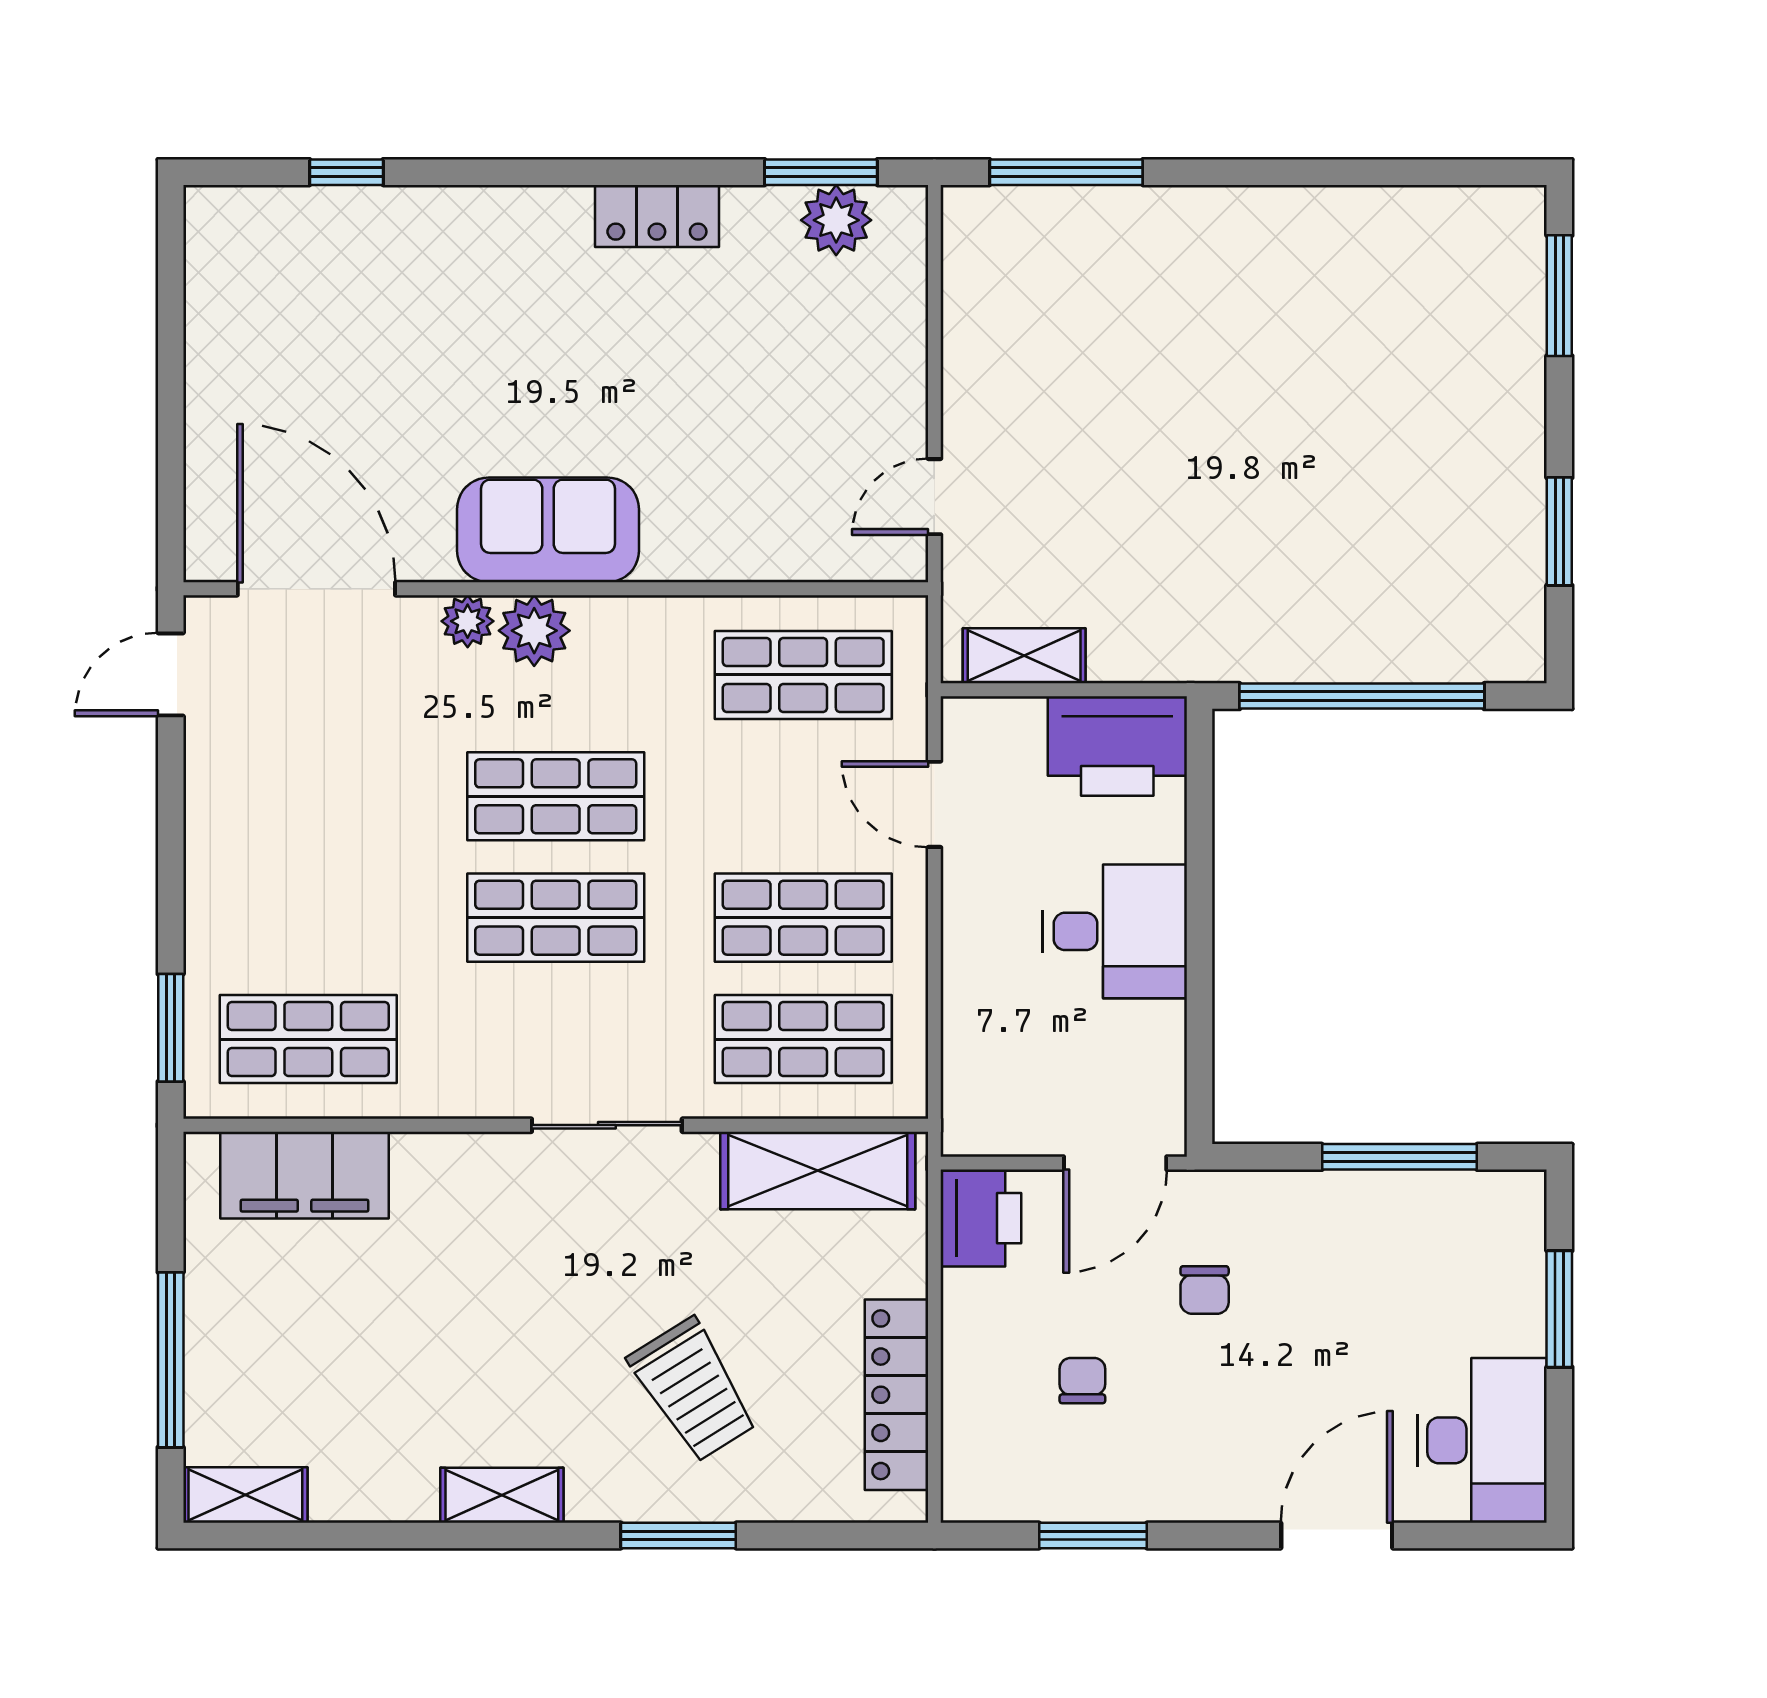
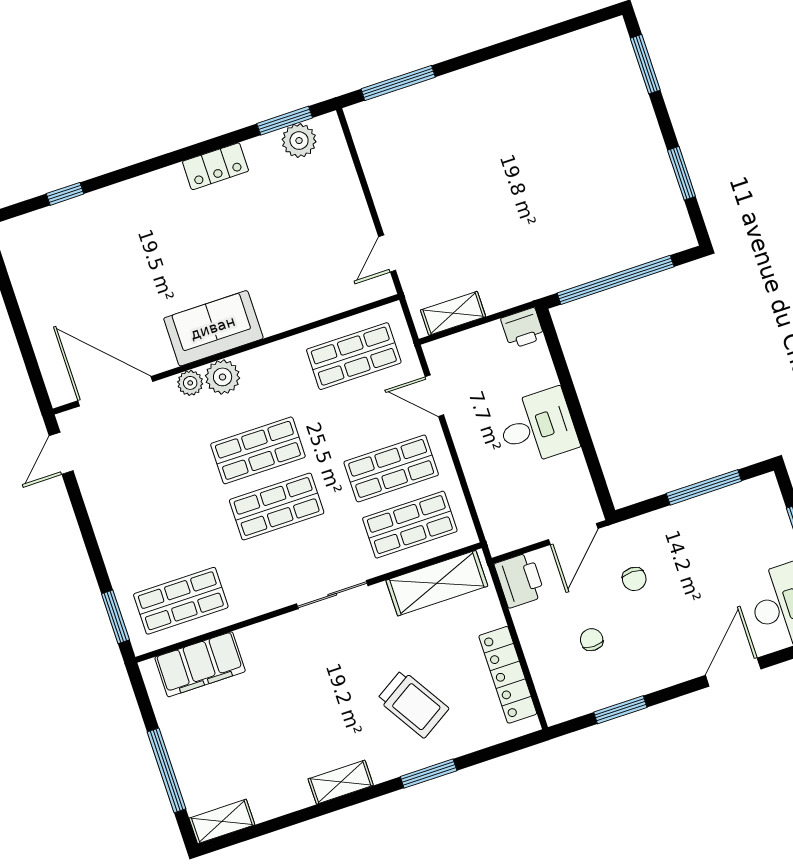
printer: (1117, 746) -> (523, 328), width x0.53, depth x0.68

